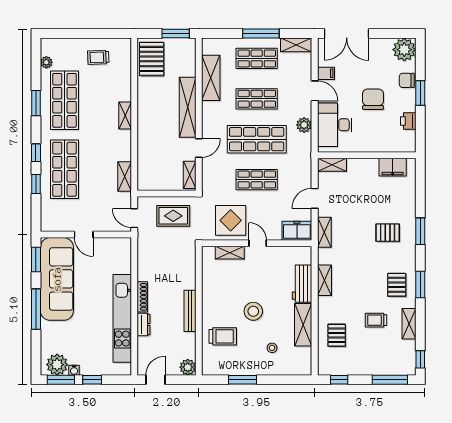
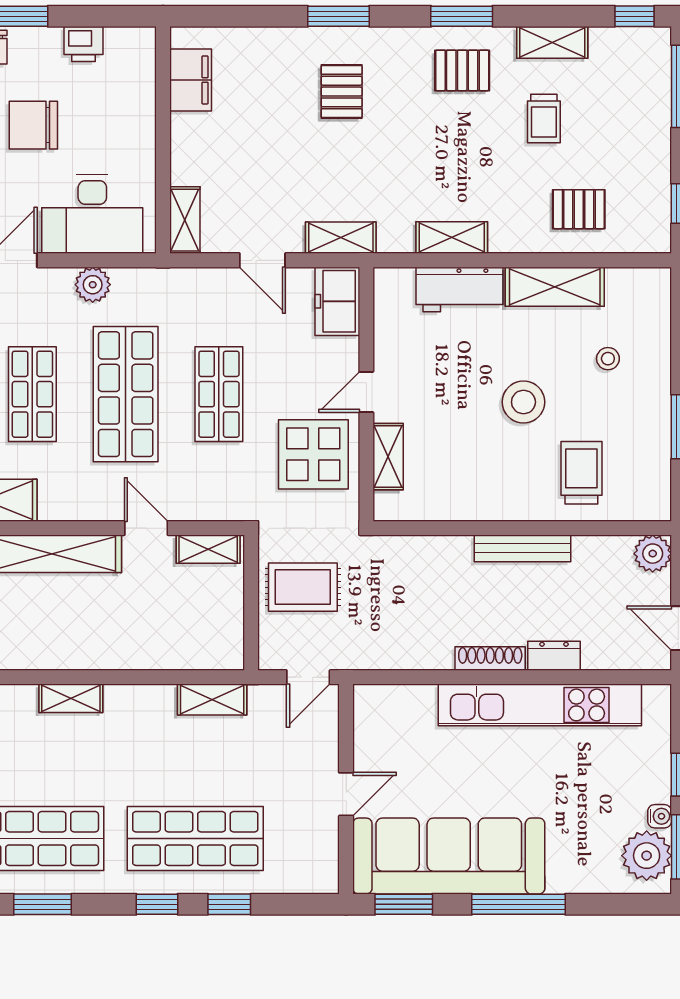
rug: (173, 216) -> (303, 587), turned 90

